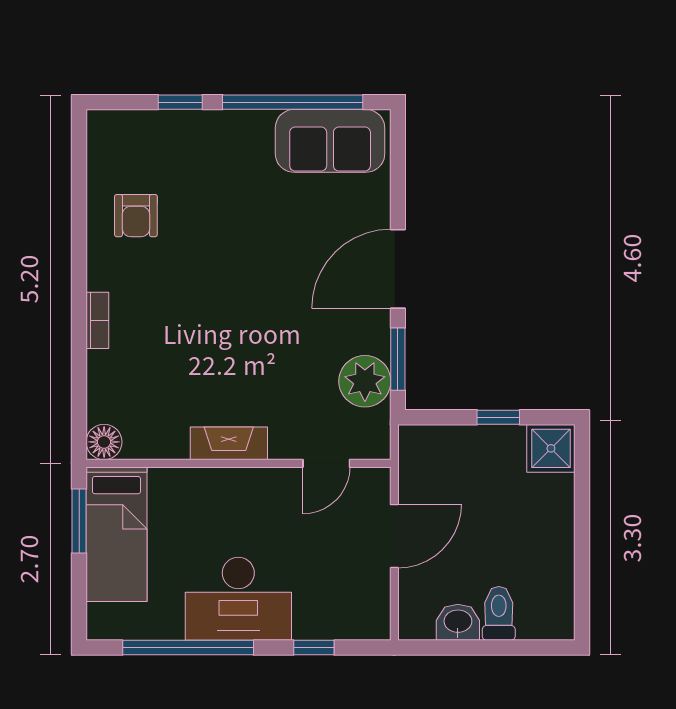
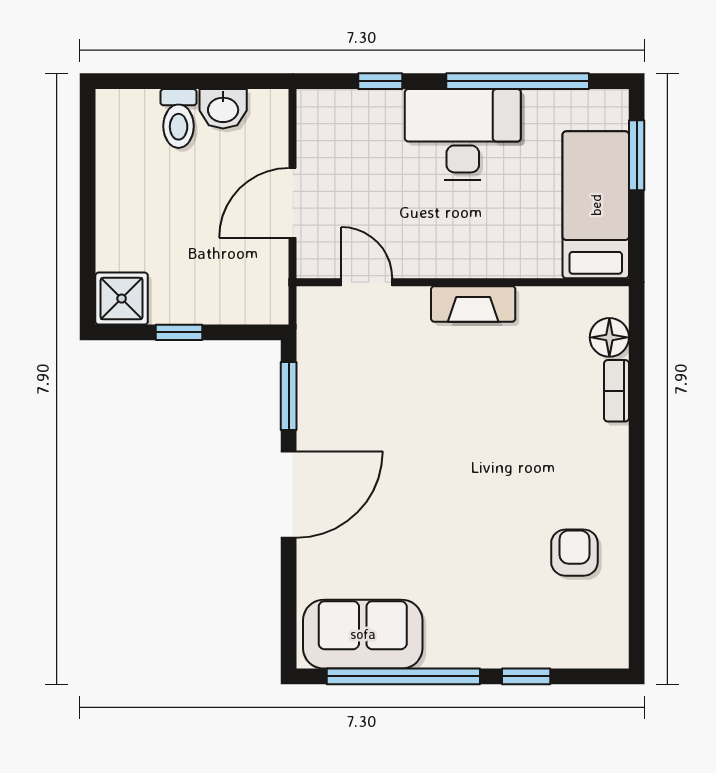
bookcase: (97, 320) -> (617, 391), moved
plant: (365, 381) -> (325, 372), removed
floor lamp: (104, 442) -> (609, 337), moved
door: (326, 463) -> (367, 282), hinge flipped
window: (79, 521) -> (637, 155), moved

